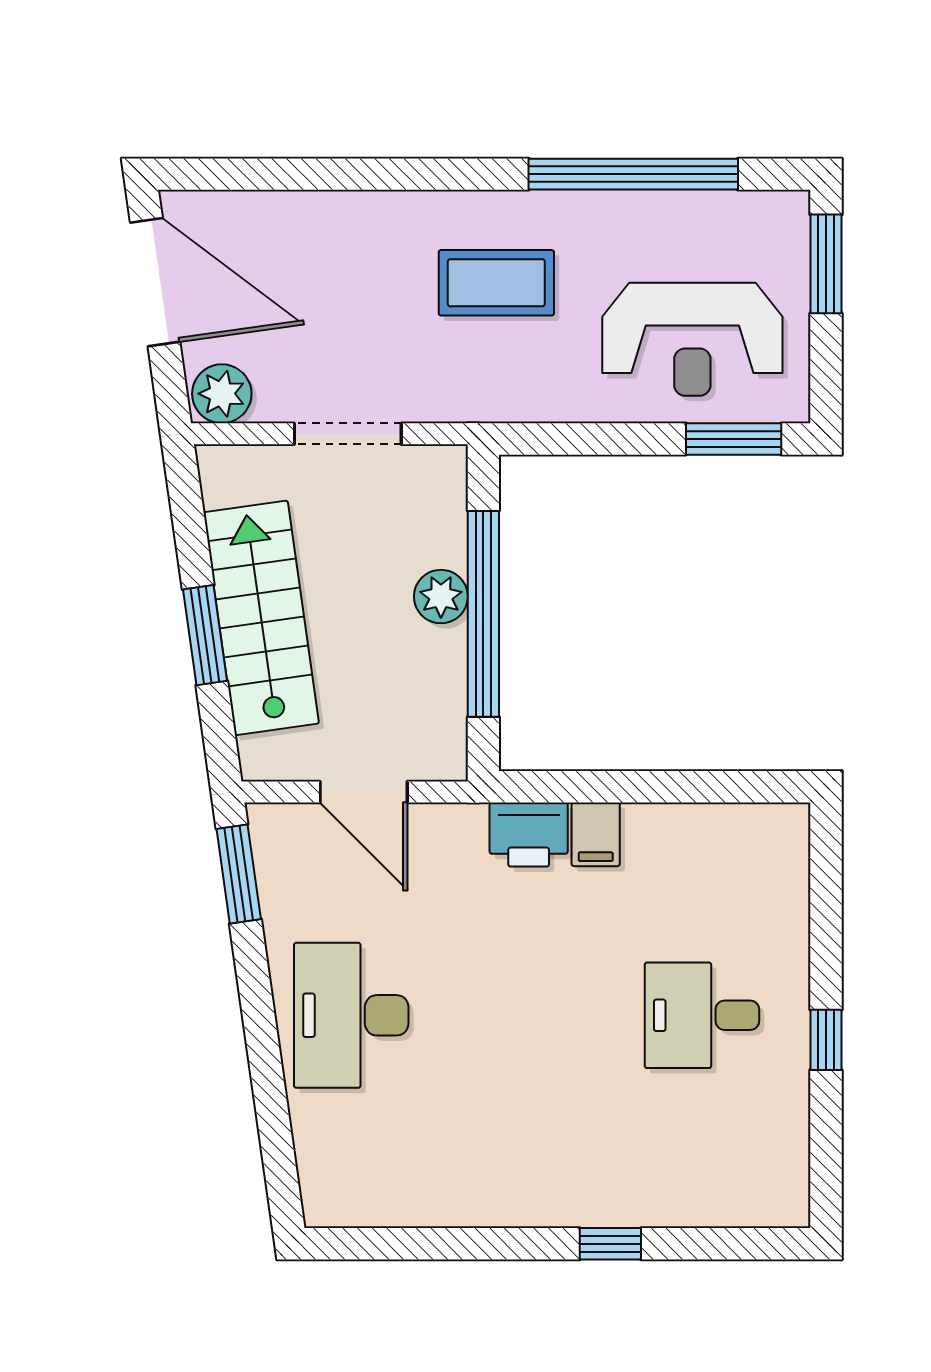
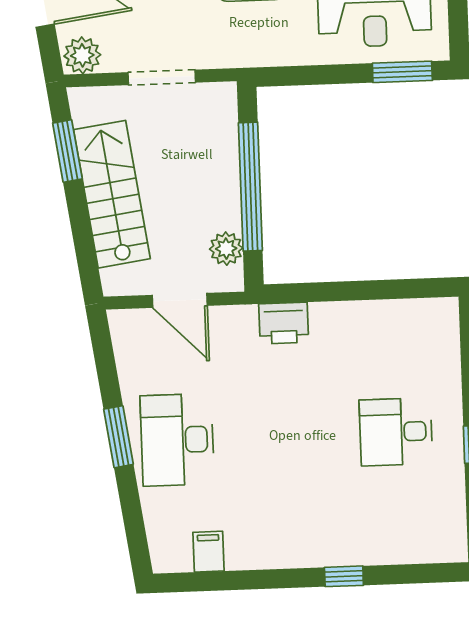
plant: (441, 597) -> (226, 249), moved
window: (205, 635) -> (67, 151), moved
filing cabinet: (596, 834) -> (209, 552), moved, turned 180
window: (239, 874) -> (119, 437), moved

